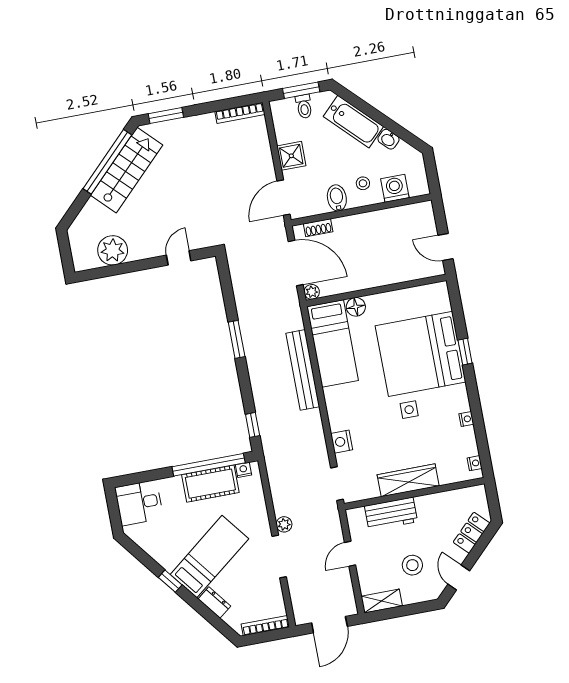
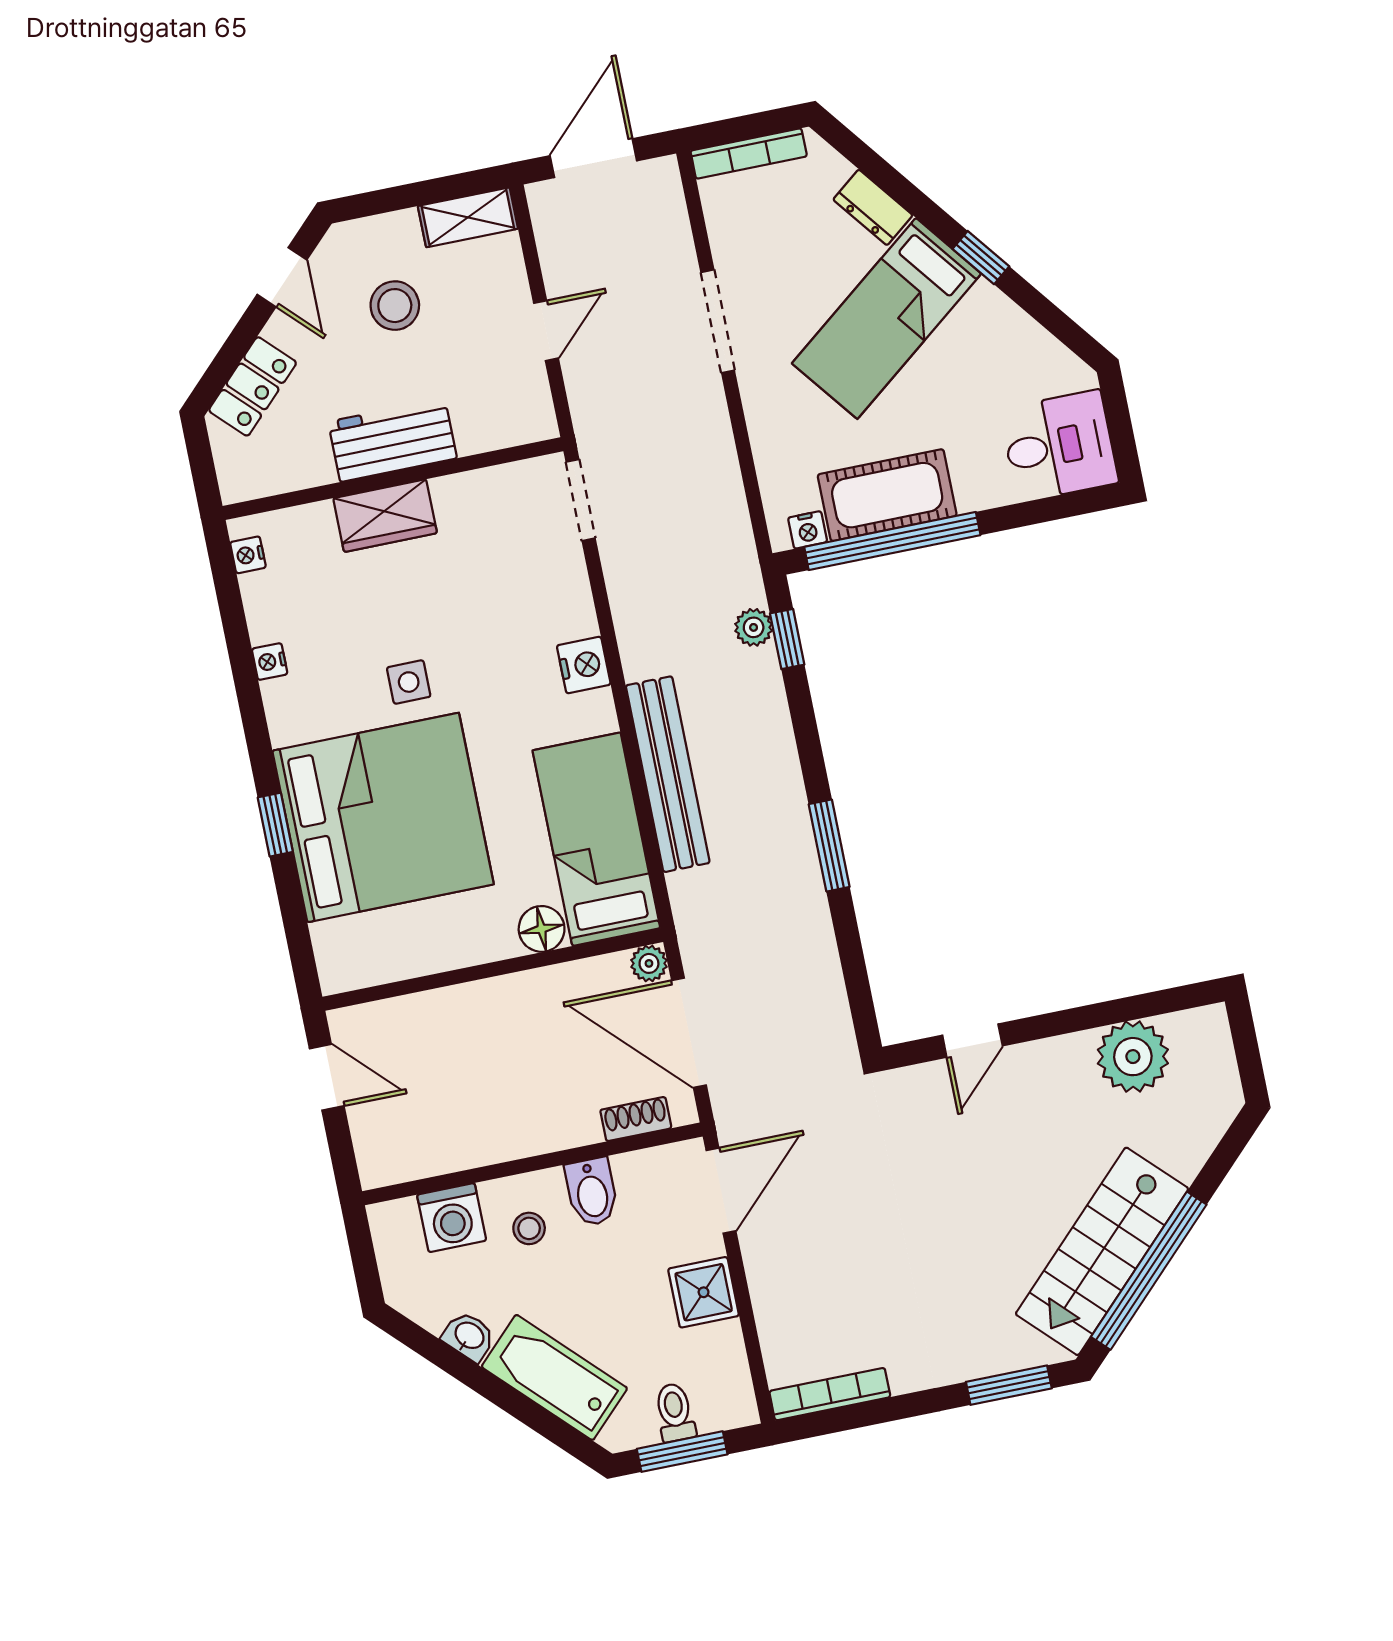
nightstand: (342, 442) -> (584, 665), moved
wardrobe: (408, 480) -> (385, 516), width x0.67
workbench: (391, 514) -> (393, 440), moved
plant: (284, 524) -> (754, 627), moved

